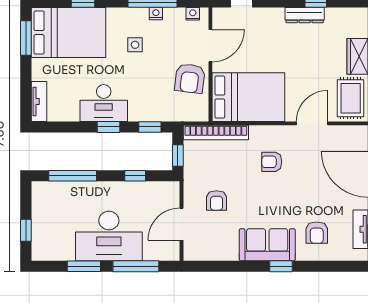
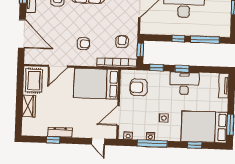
armchair: (190, 78) -> (139, 87), moved, turned -97
window: (135, 176) -> (178, 39), moved
armchair: (217, 200) -> (122, 42), moved

